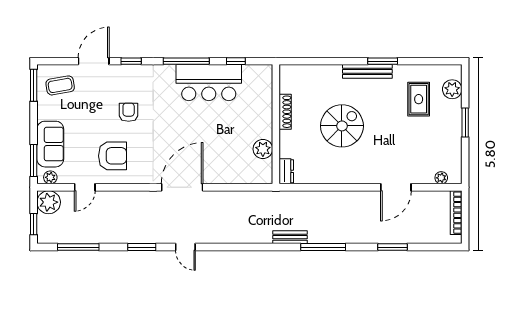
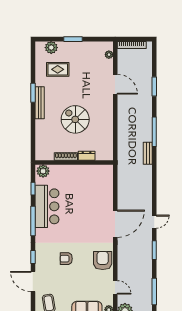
plant: (263, 149) -> (43, 171), moved
armchair: (113, 156) -> (103, 261), moved
dresser: (286, 171) -> (87, 156), moved
door: (182, 187) -> (115, 224), swing flipped

